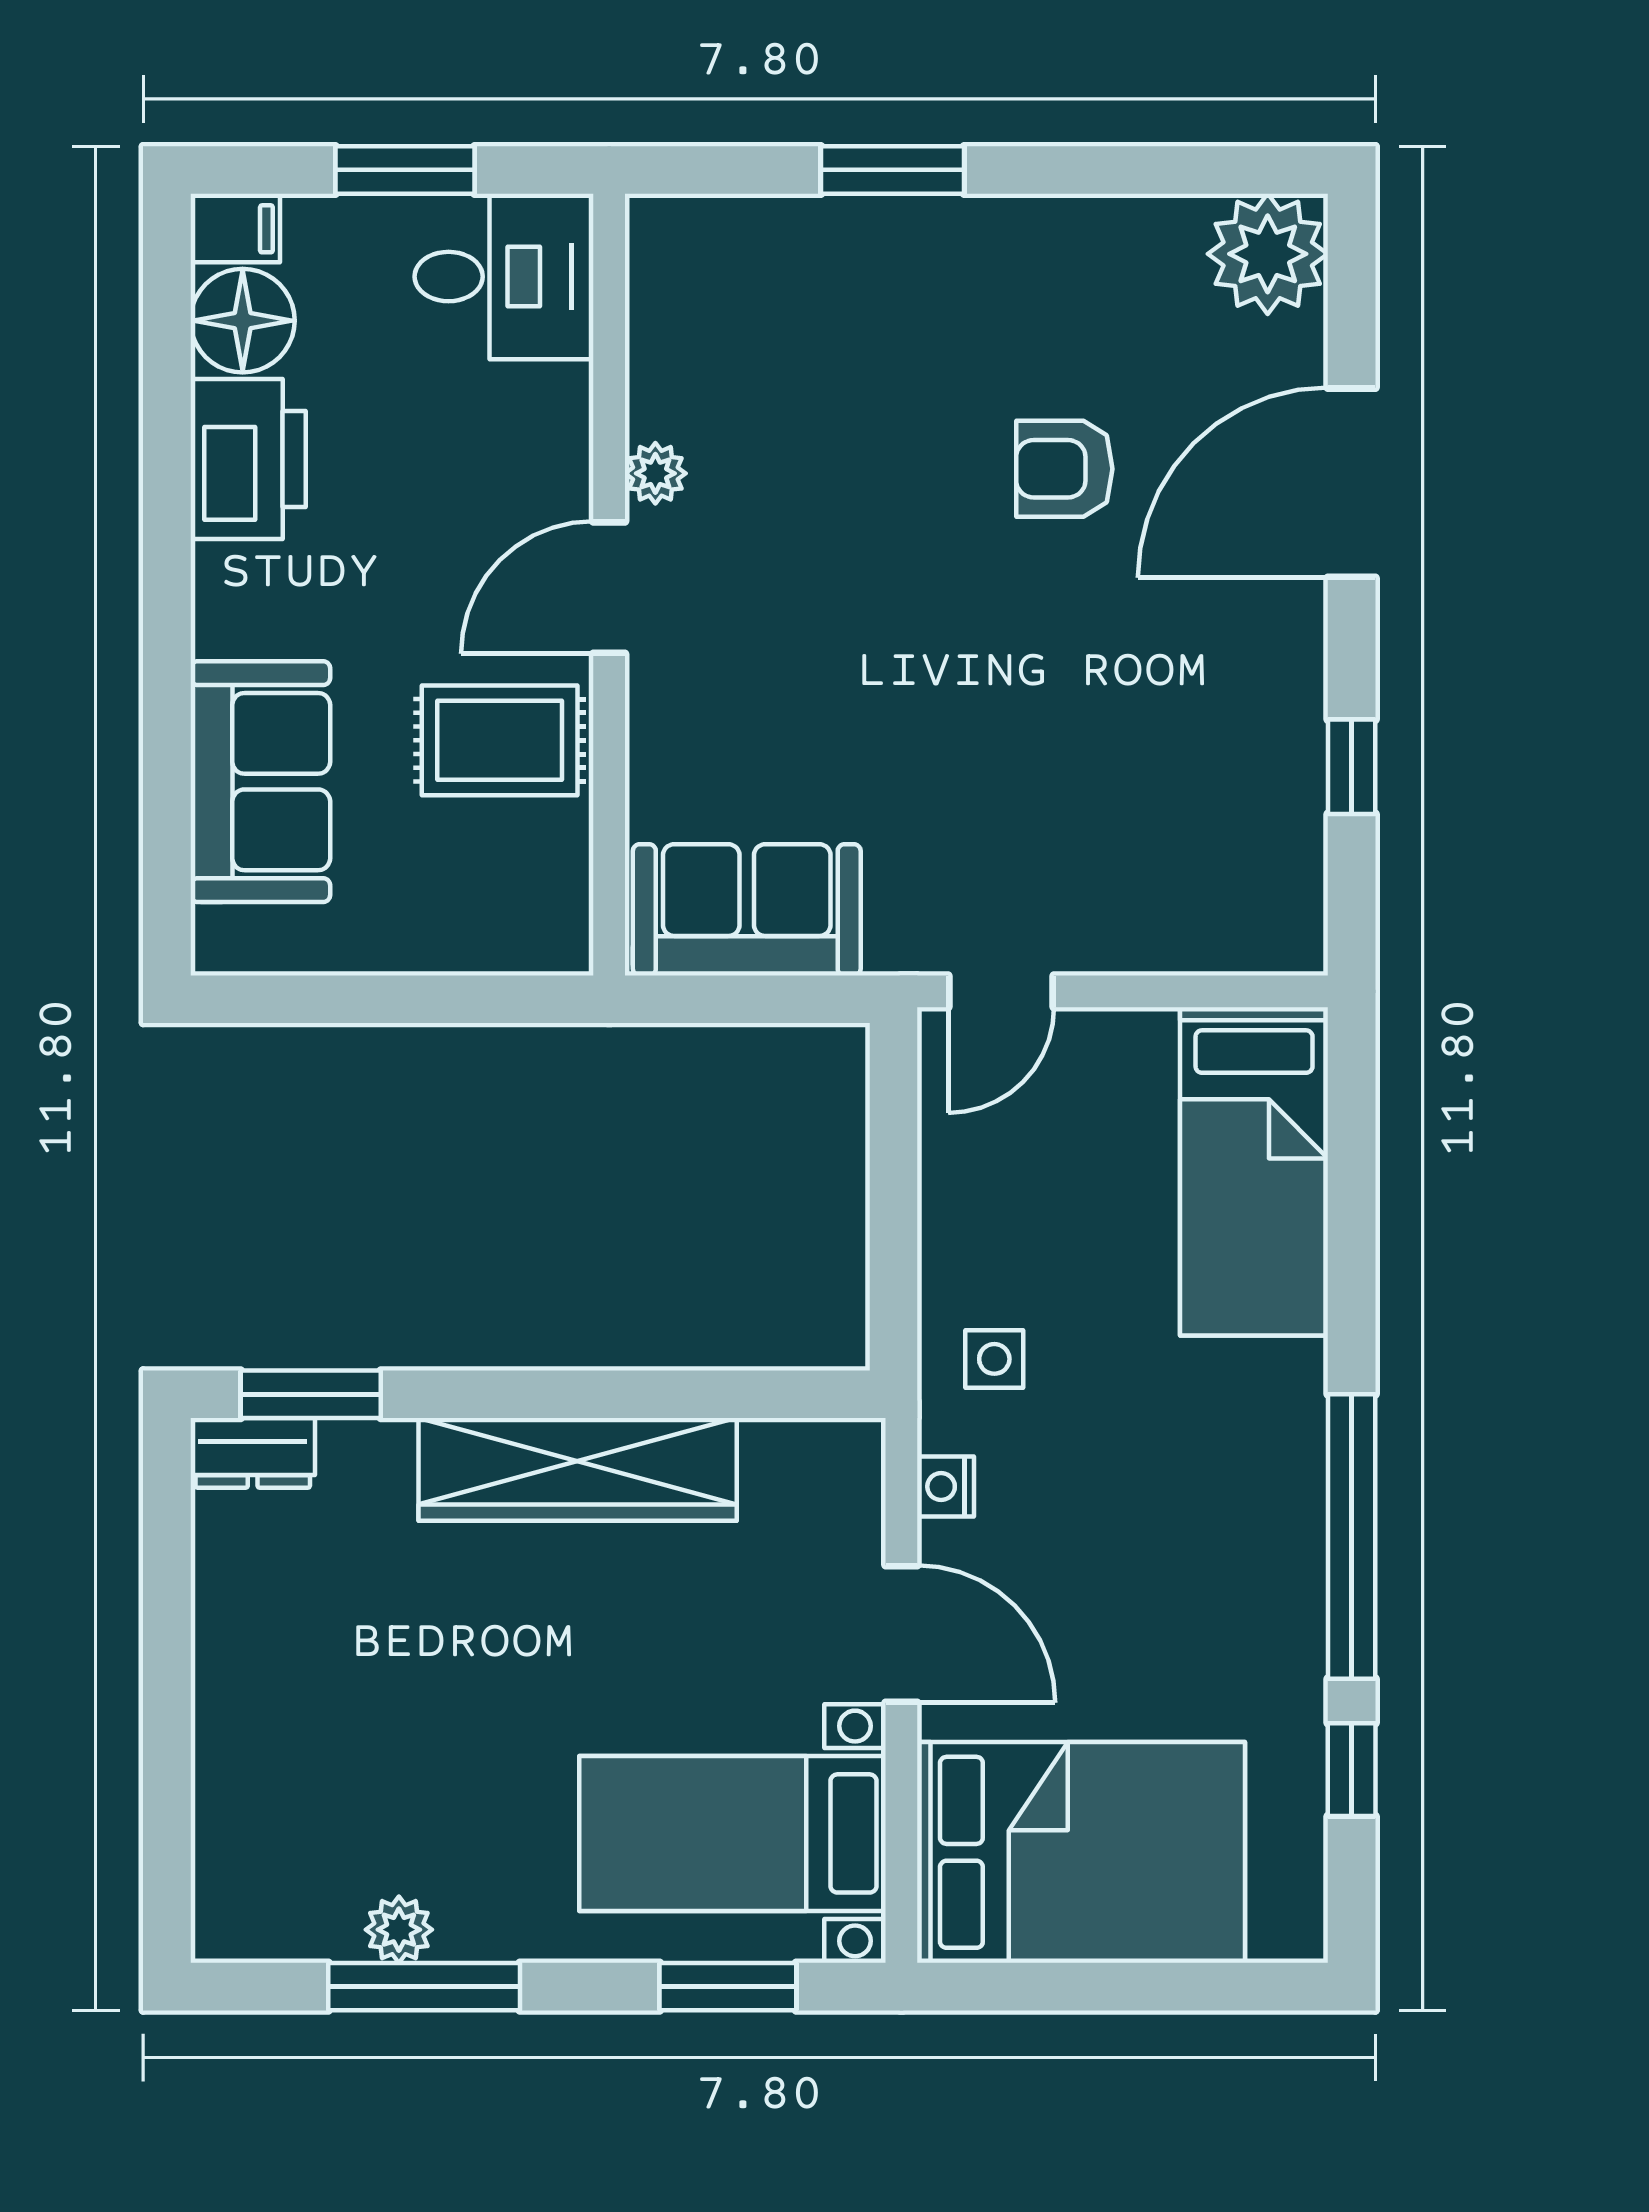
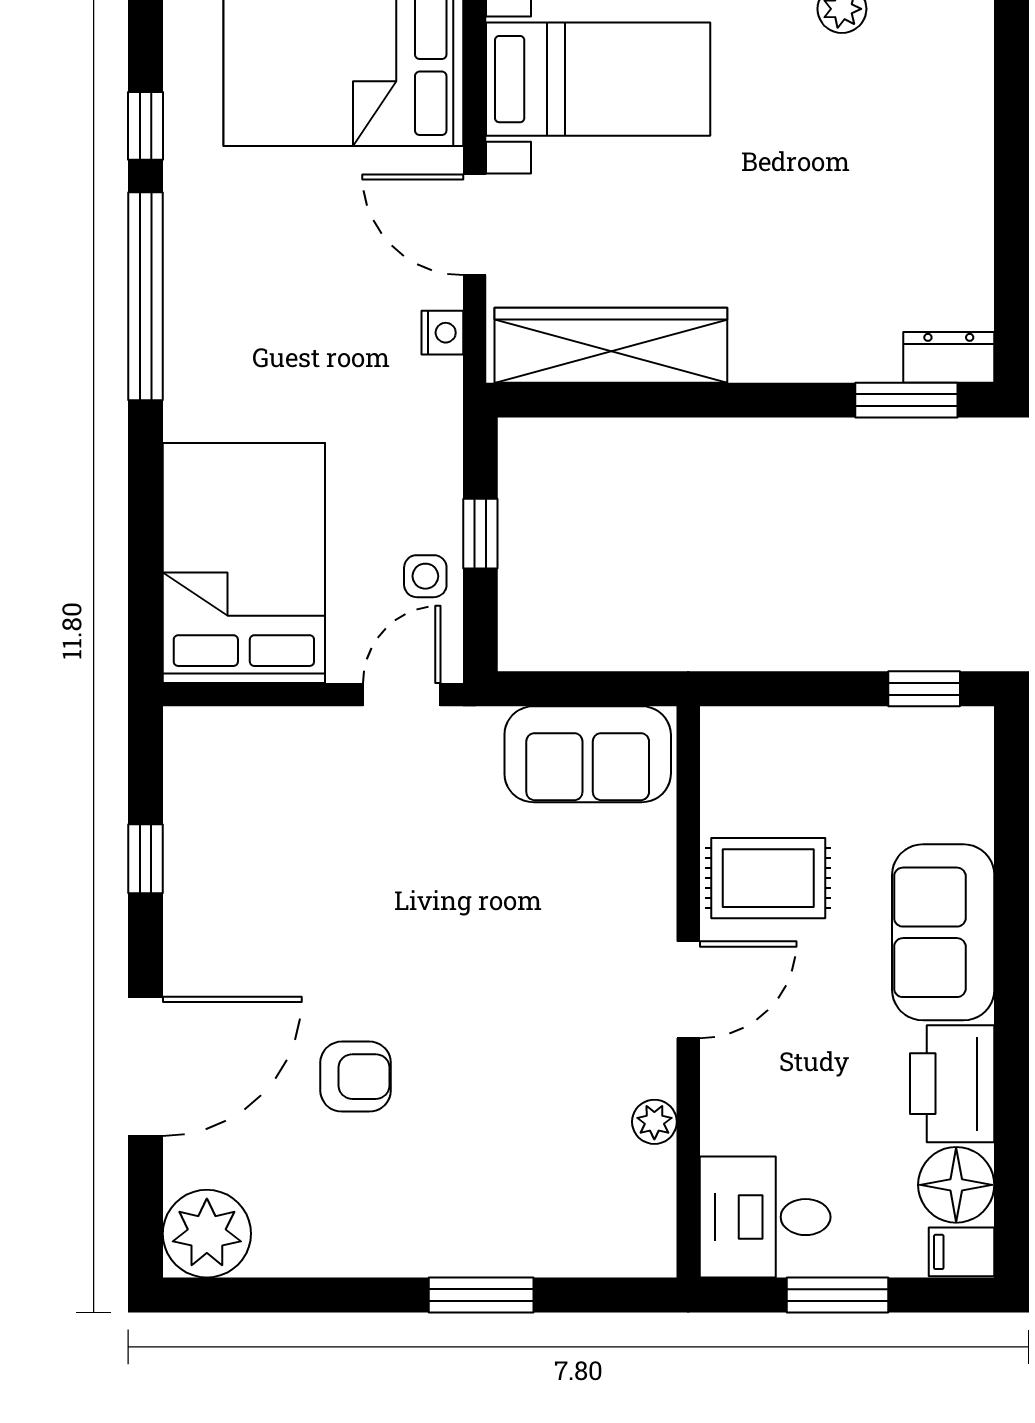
plant: (655, 473) -> (654, 1122), moved
sofa: (260, 782) -> (943, 932), moved
window: (286, 999) -> (924, 689), added
bed: (1254, 1171) -> (244, 563), width x1.50
window: (894, 1211) -> (480, 534), added
side table: (994, 1359) -> (425, 576), moved
wardrobe: (578, 1469) -> (611, 345), moved

